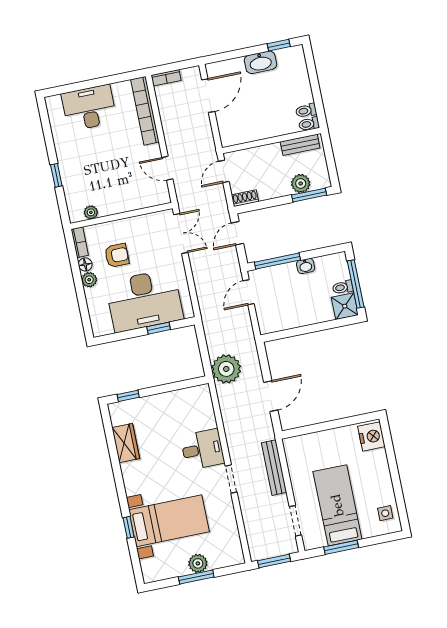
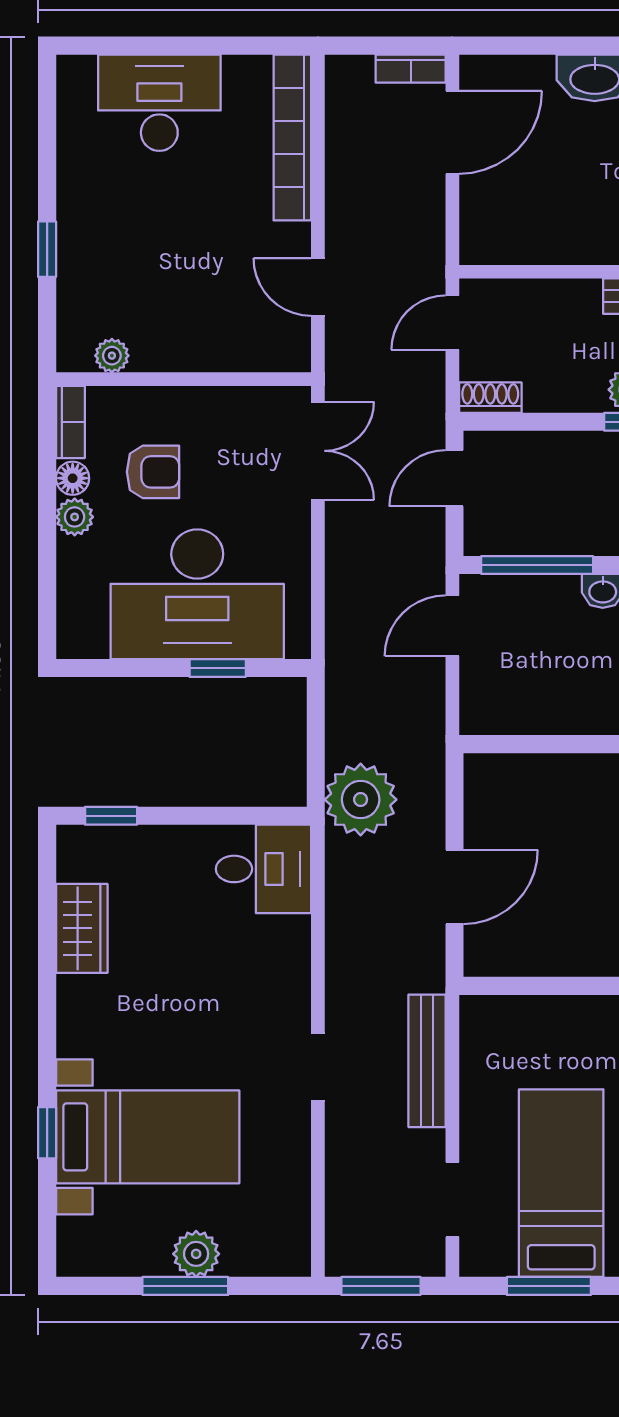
bookcase: (166, 78) -> (411, 69), moved
desk: (202, 449) -> (264, 869), moved

